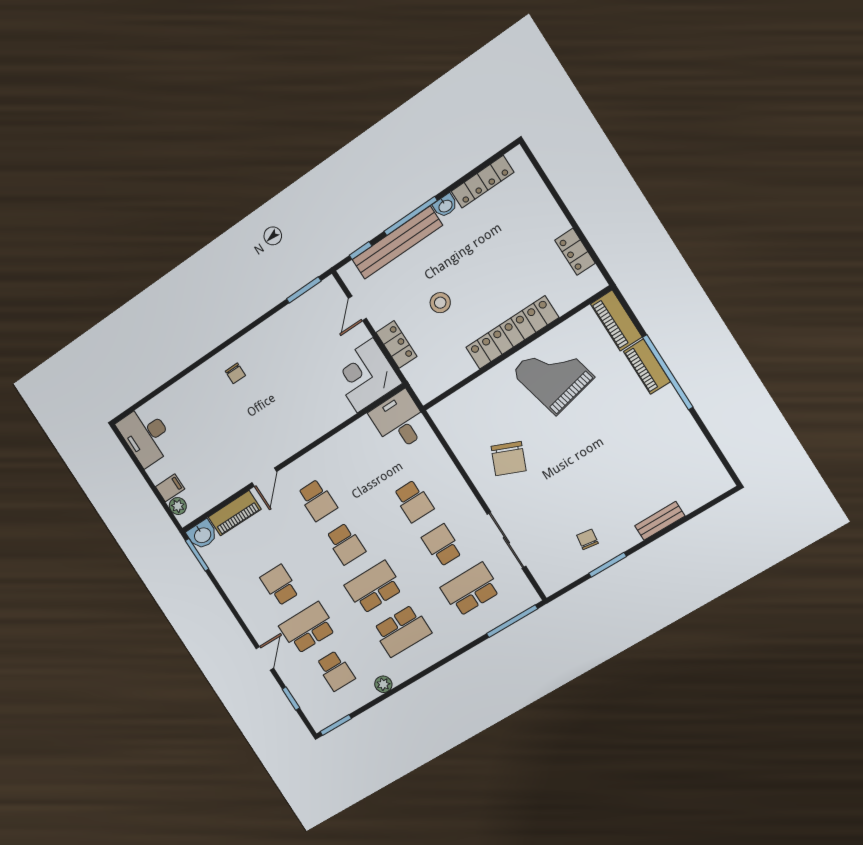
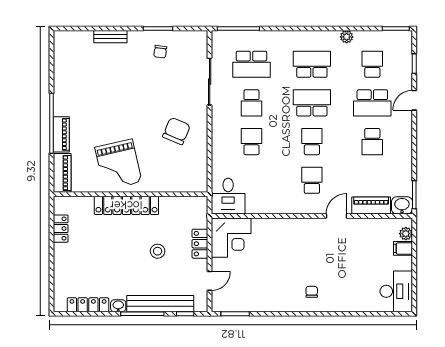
school desk: (374, 587) -> (312, 103), turned 180

